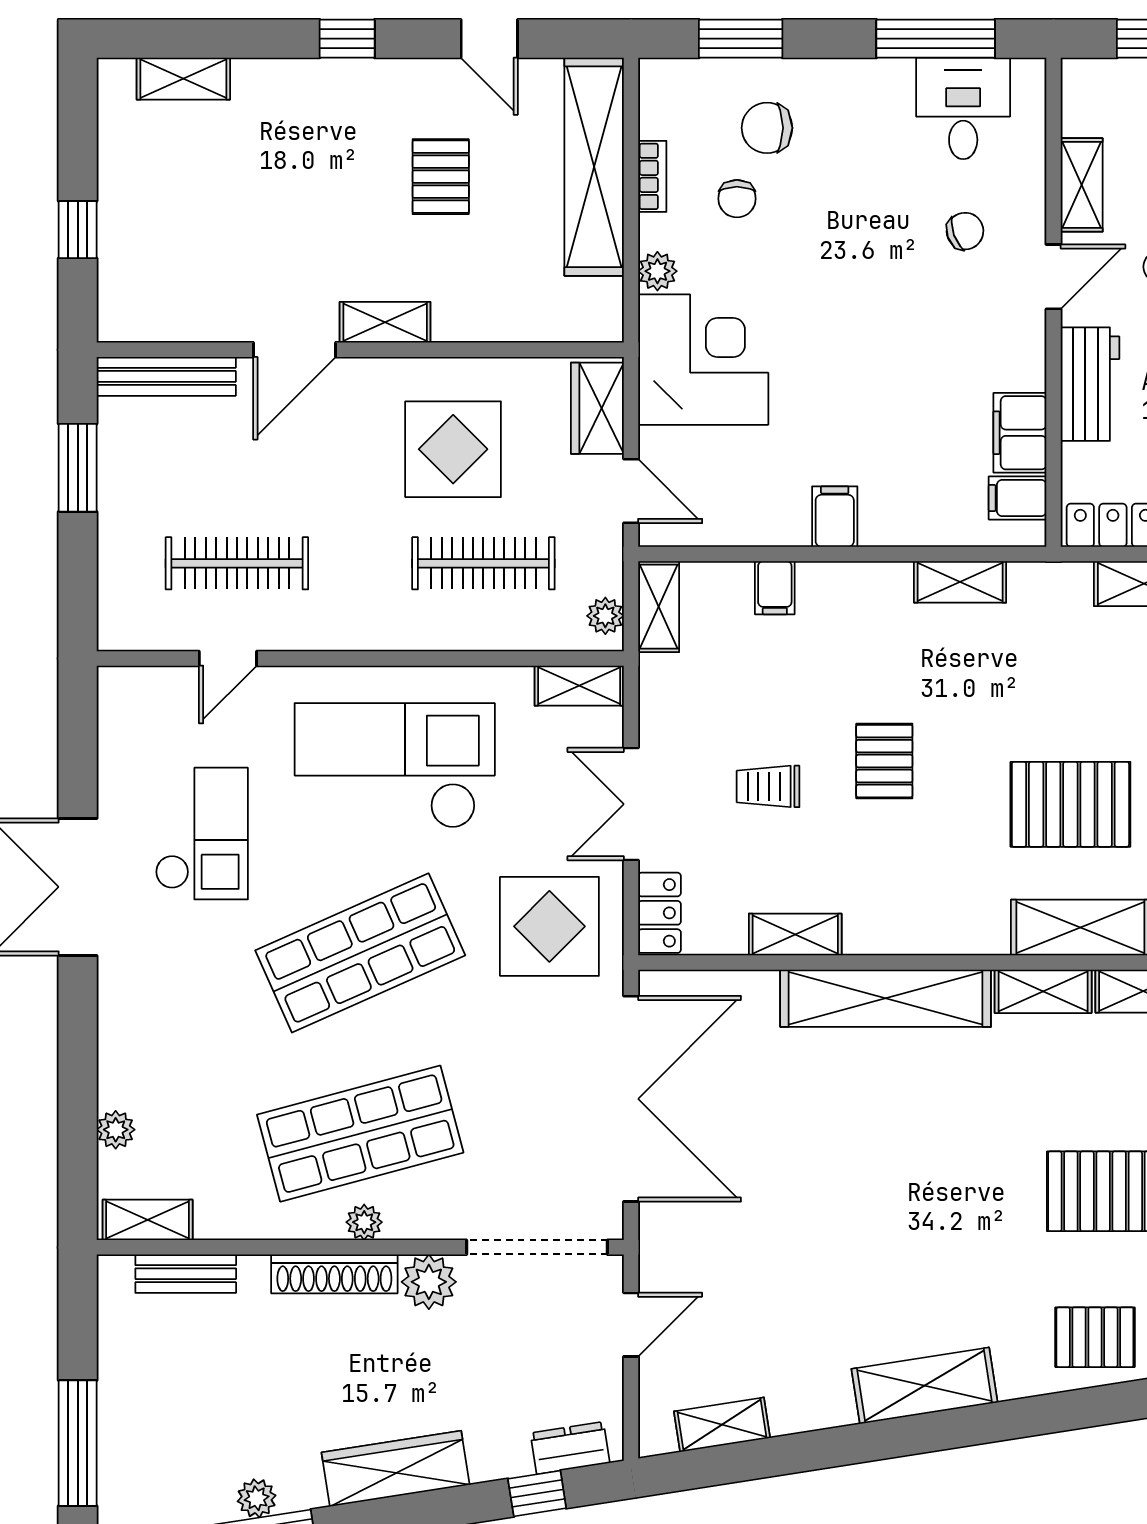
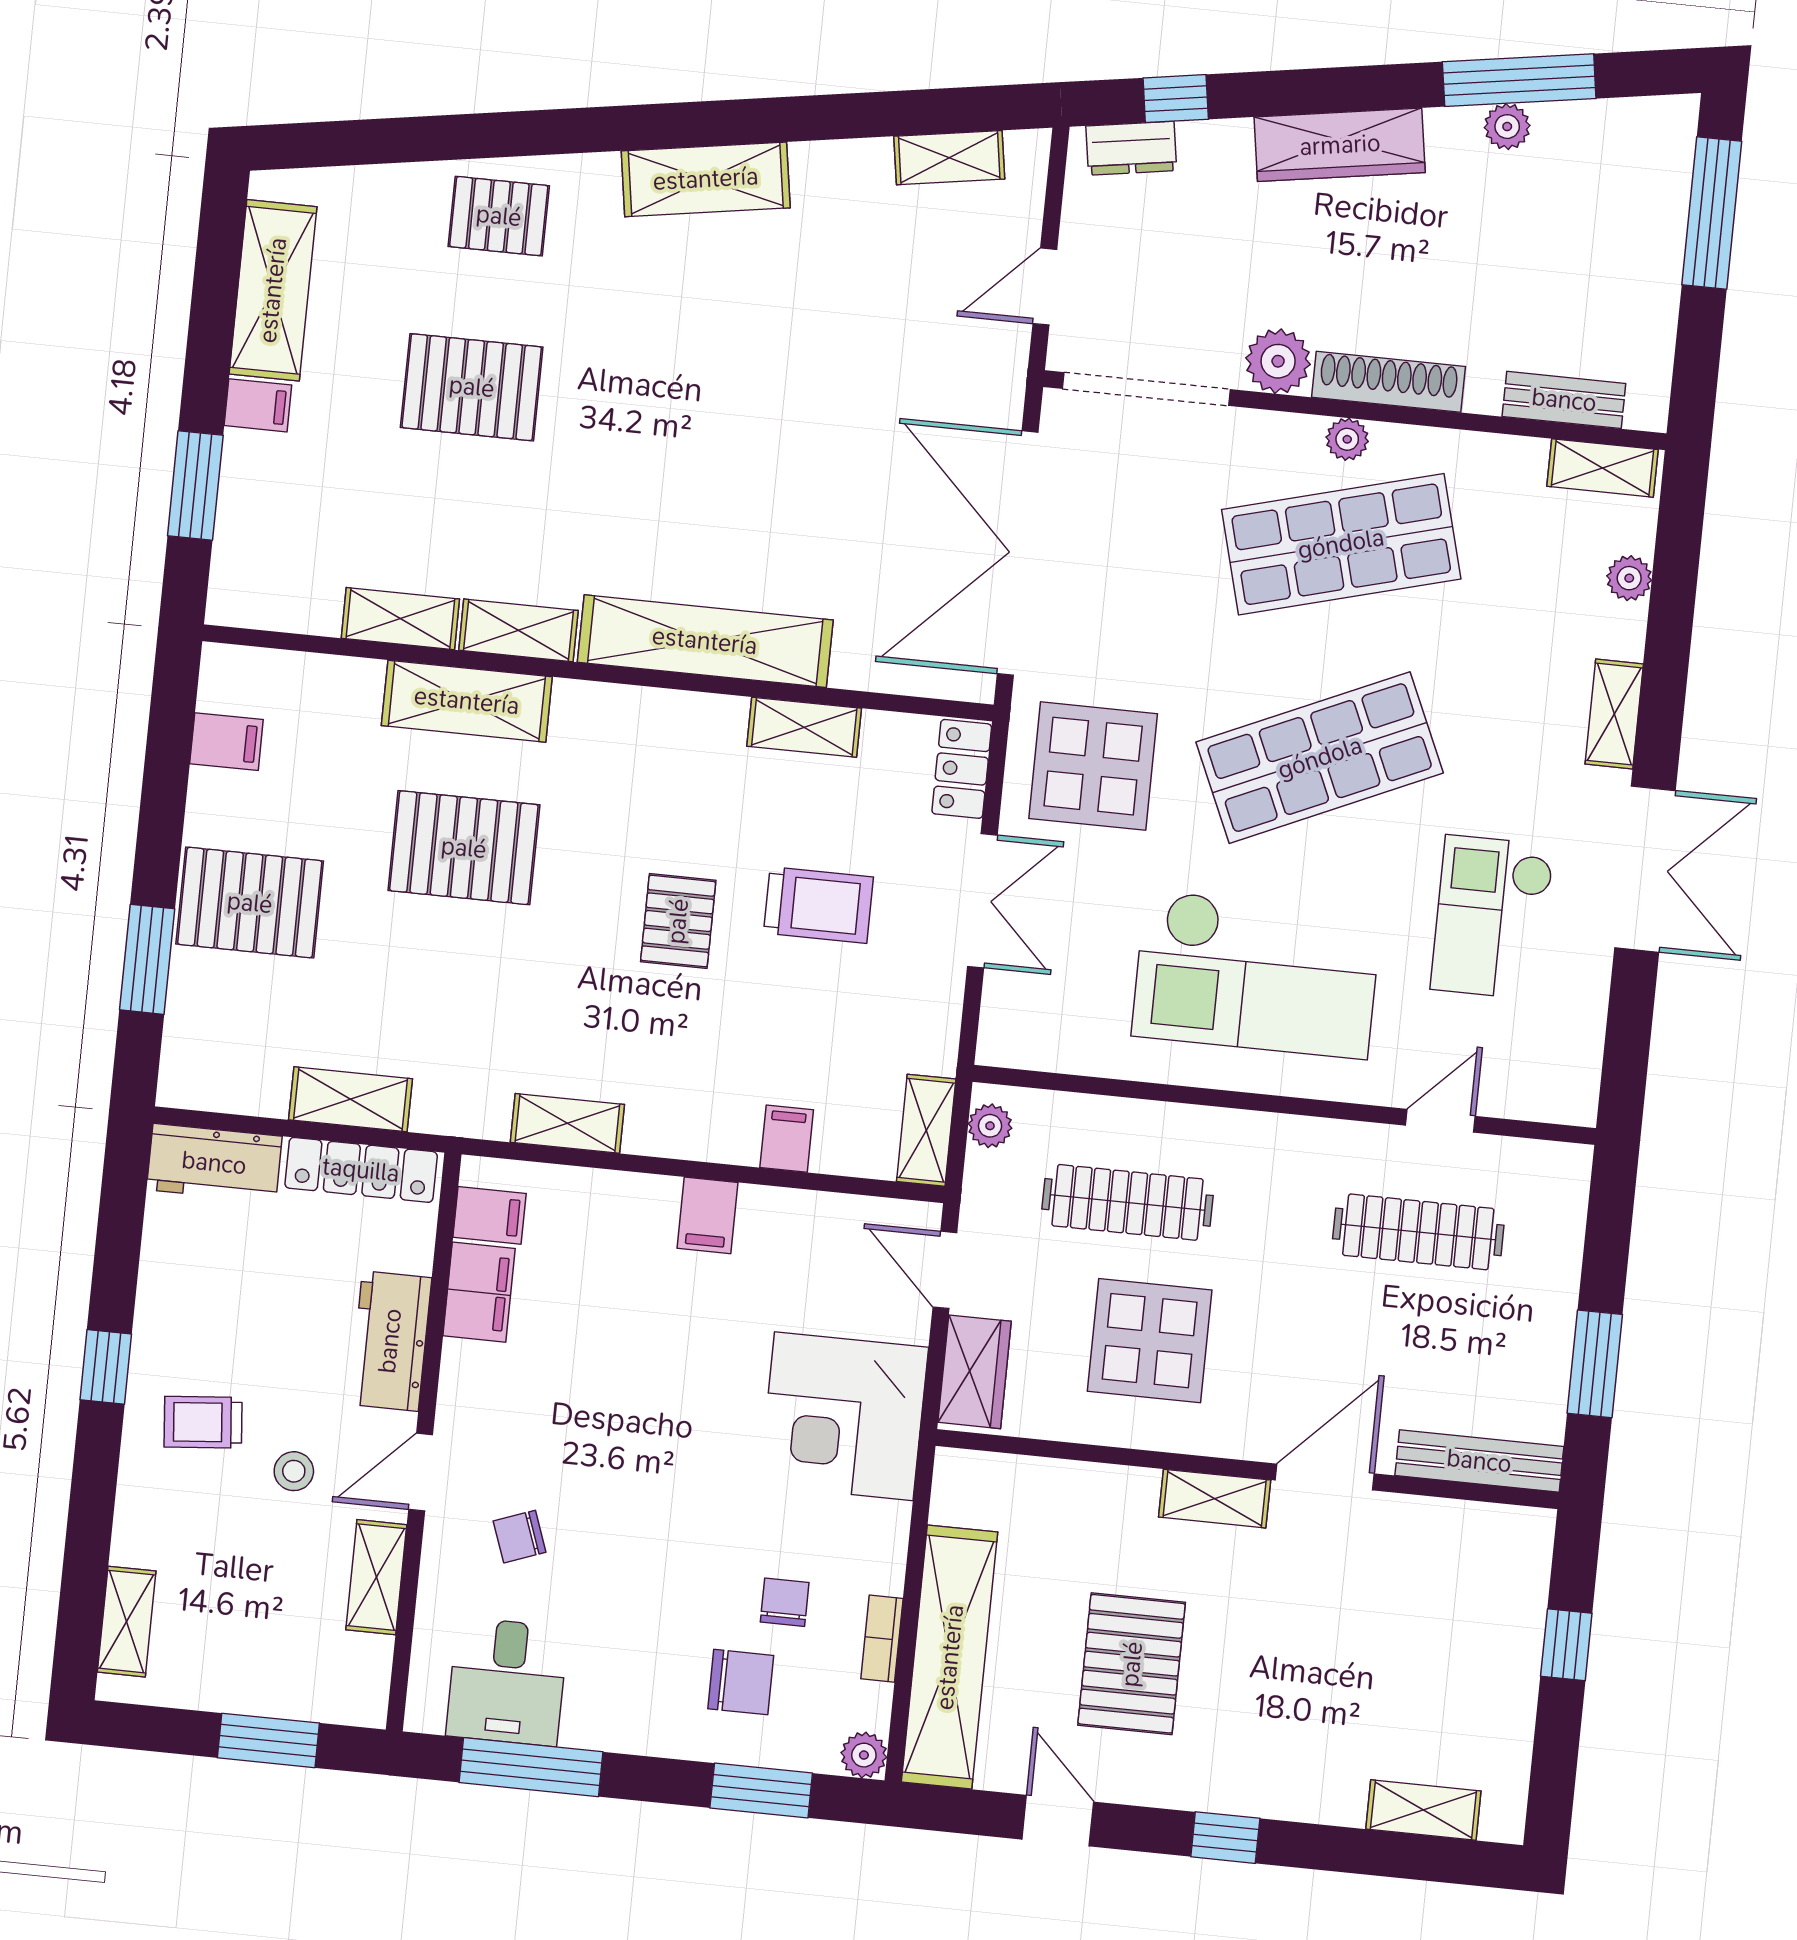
pallet: (441, 177) -> (1132, 1664), width x1.50, depth x1.42
plant: (657, 271) -> (864, 1755), moved
shelving: (579, 686) -> (1614, 714), moved, turned 90
trolley: (768, 786) -> (818, 905), width x1.36, depth x1.39

